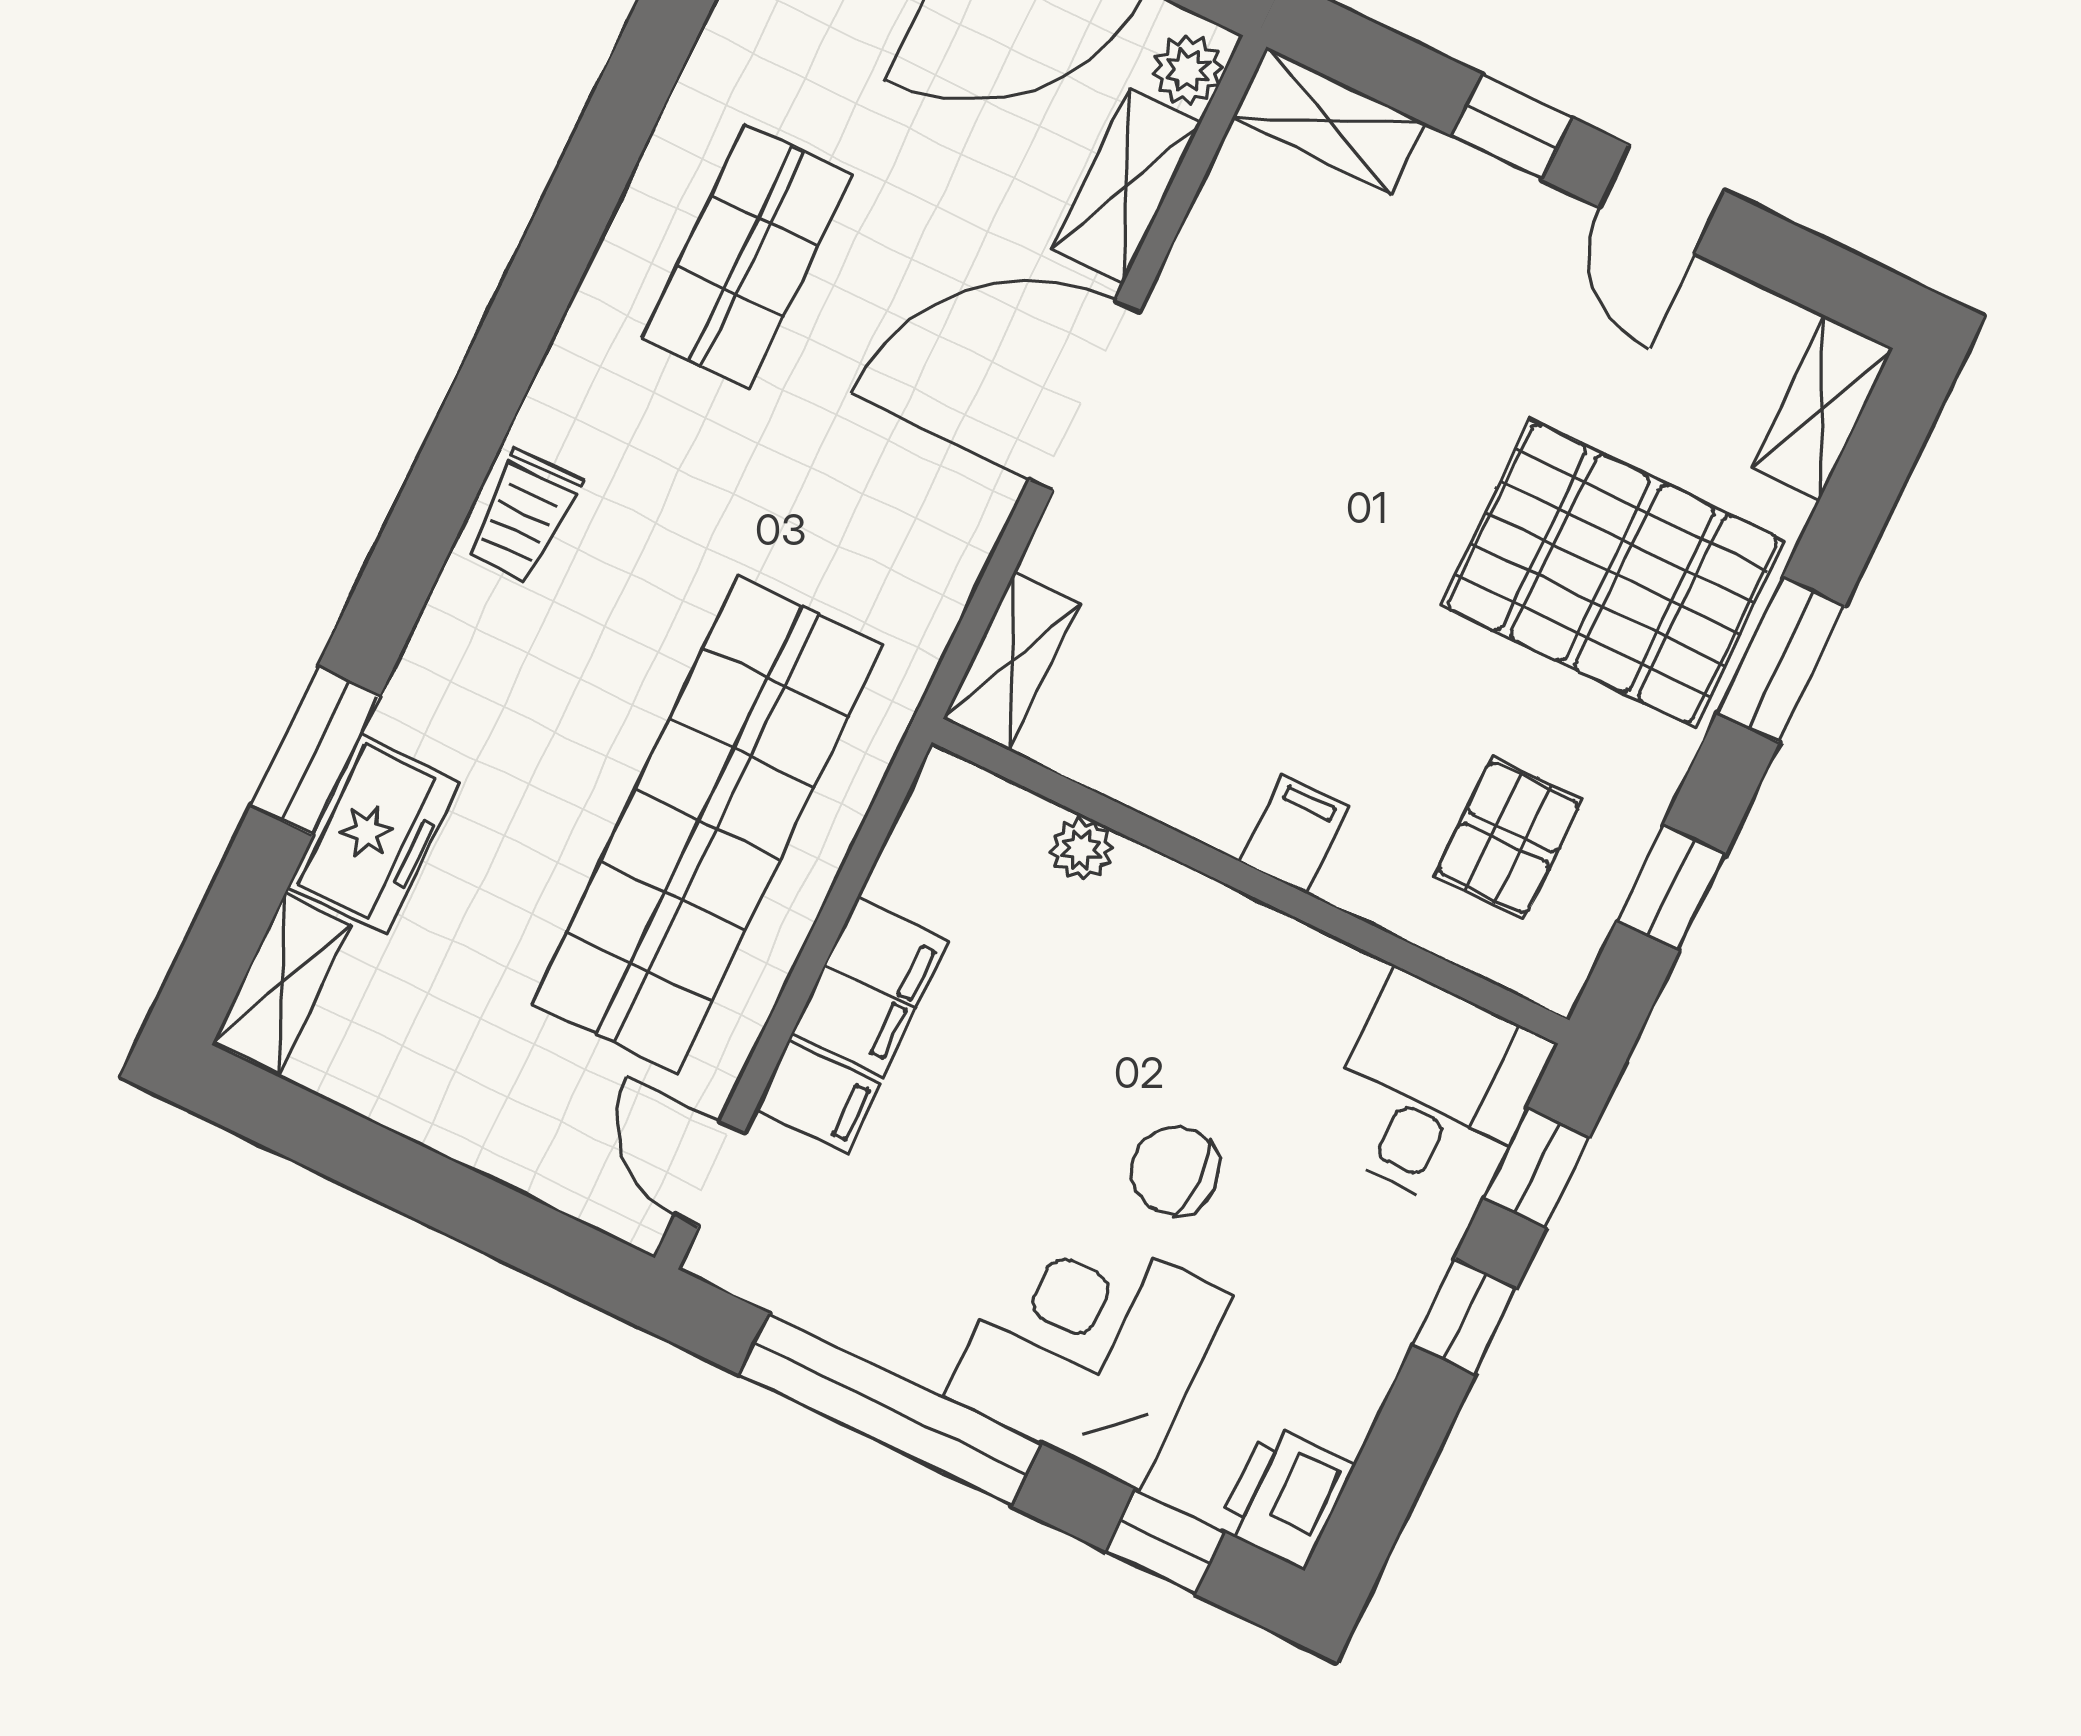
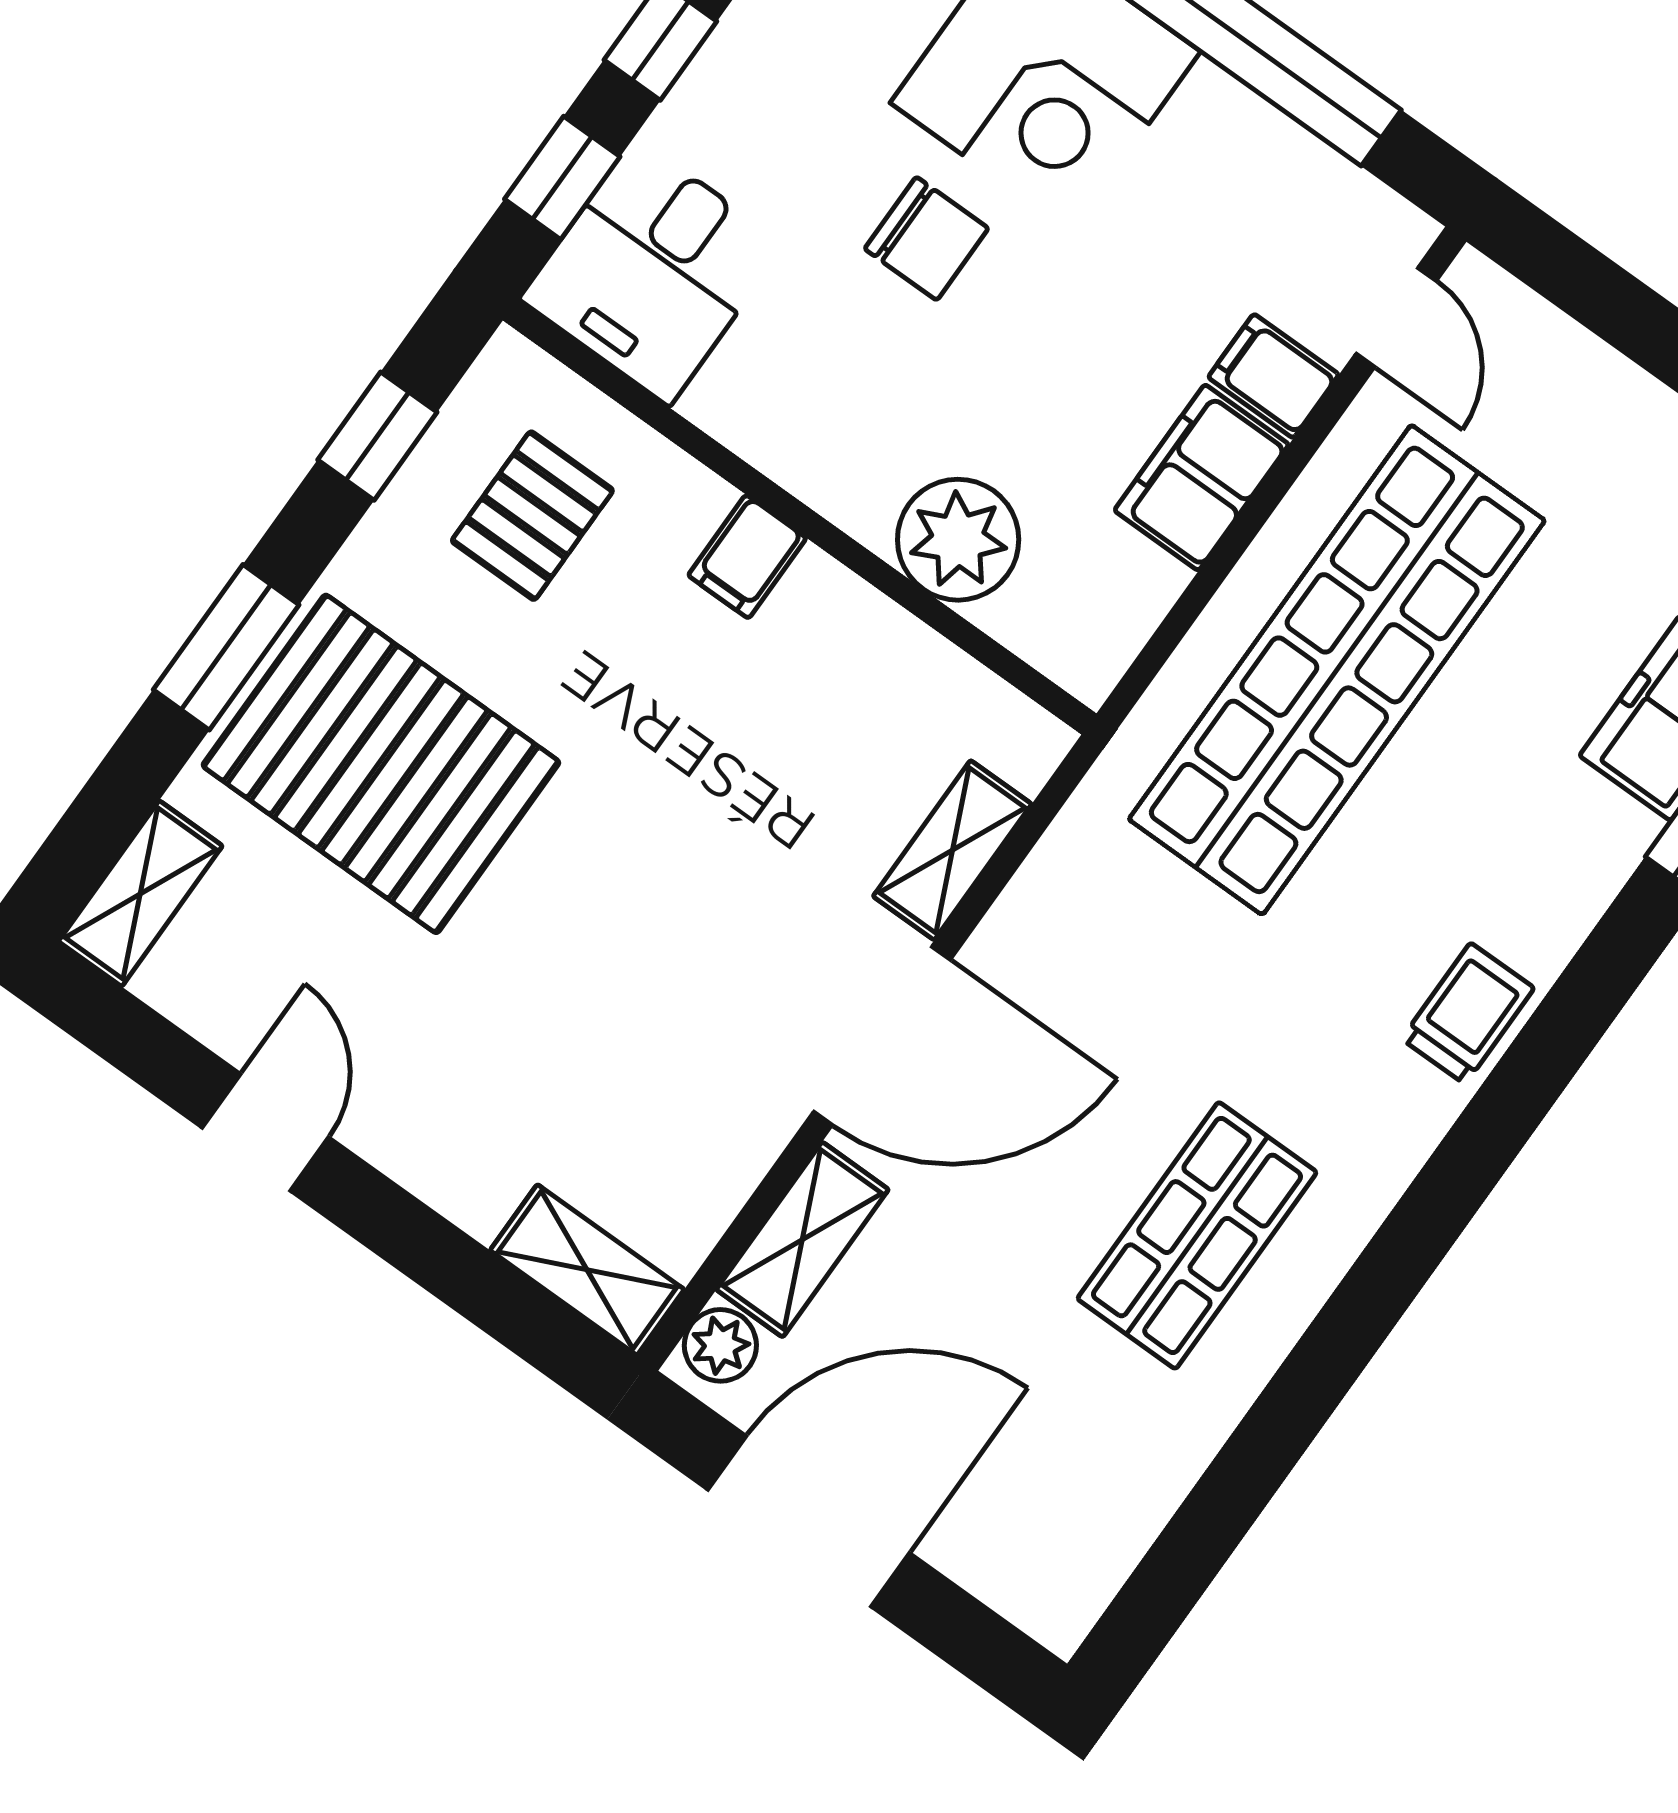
window: (1512, 127) -> (403, 1231), removed
shelving: (1011, 661) -> (952, 850), moved
plant: (1081, 849) -> (958, 540), width x1.88, depth x1.88

